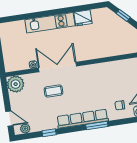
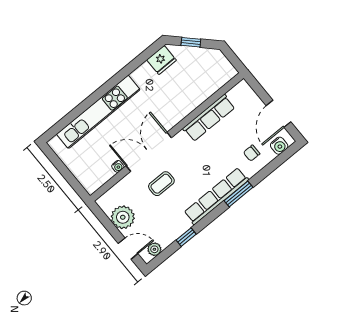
fridge: (83, 18) -> (161, 60), moved
kitchen unit: (50, 23) -> (98, 112), width x1.36
row of seats: (107, 68) -> (209, 118), added
plant: (16, 84) -> (123, 217), moved

